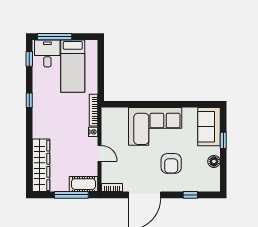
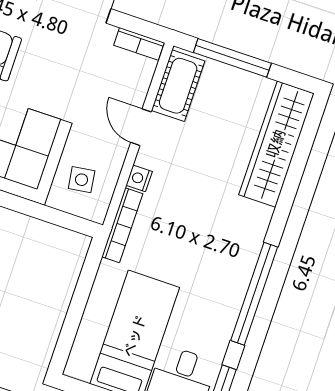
window: (29, 100) -> (254, 294), width x3.17
side table: (117, 123) -> (82, 180), added
cot: (84, 184) -> (178, 86), moved, turned 90

